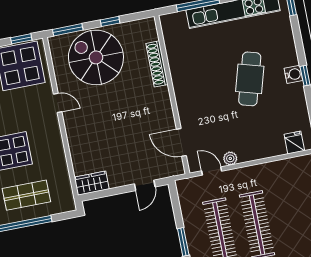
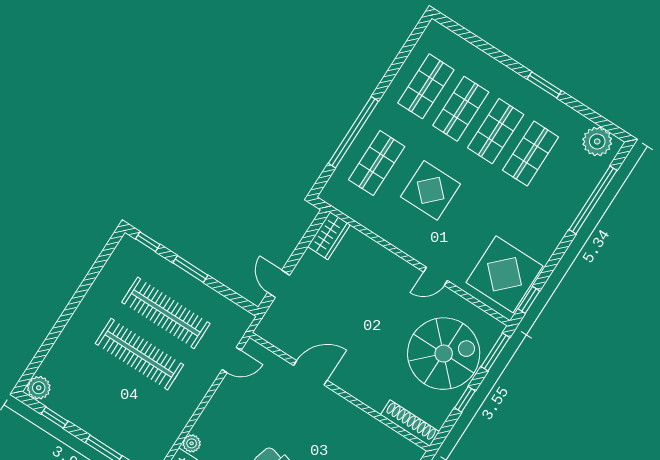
shoe rack: (157, 64) -> (410, 423), moved
door: (181, 142) -> (310, 373), moved
plant: (230, 158) -> (192, 443), moved

